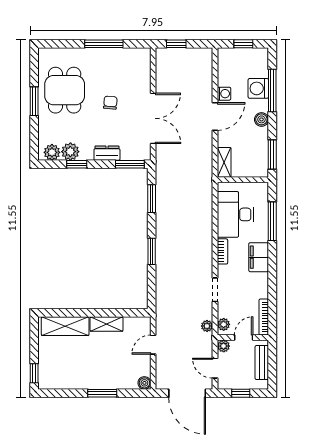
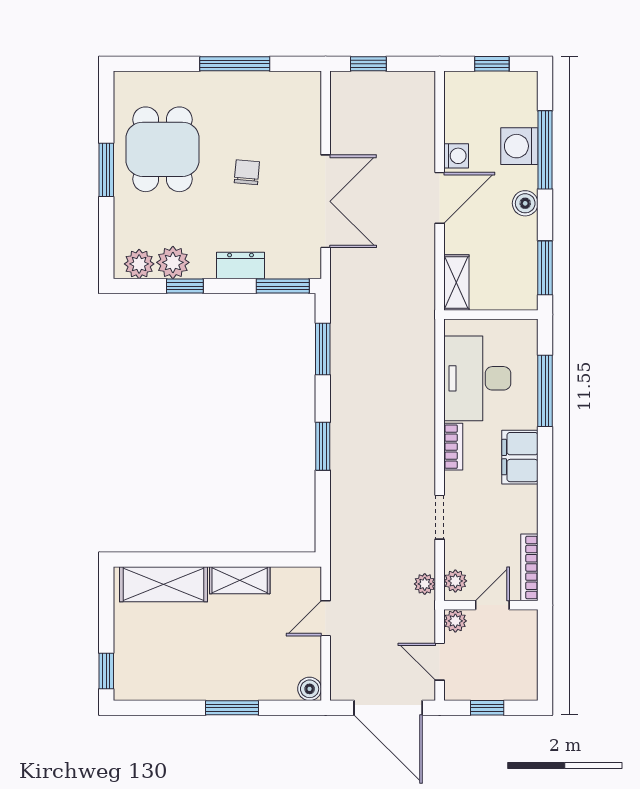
bench: (262, 363) -> (526, 651), removed

